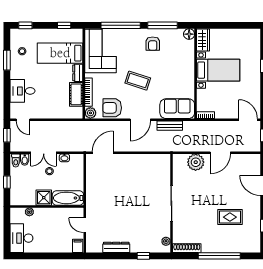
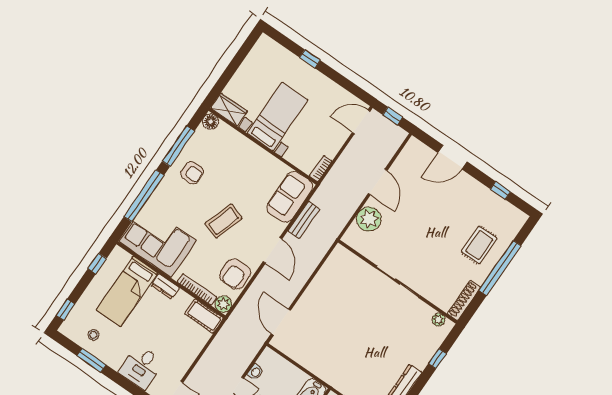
cot: (76, 94) -> (204, 316), moved
rug: (230, 217) -> (479, 245), moved

